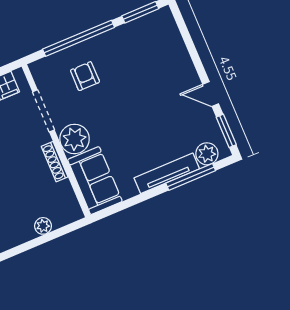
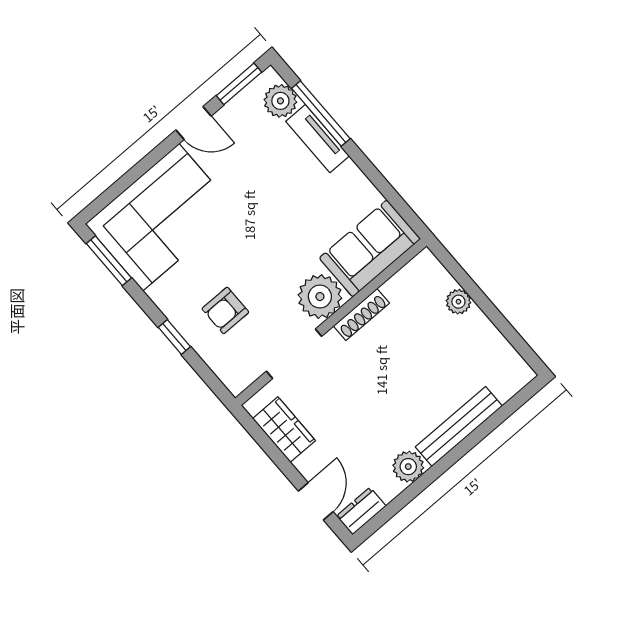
window: (79, 38) -> (174, 337), width x0.32
corner sofa: (157, 54) -> (161, 217), added
door: (211, 94) -> (193, 123), hinge flipped
tv unit: (167, 173) -> (318, 139), width x0.71

